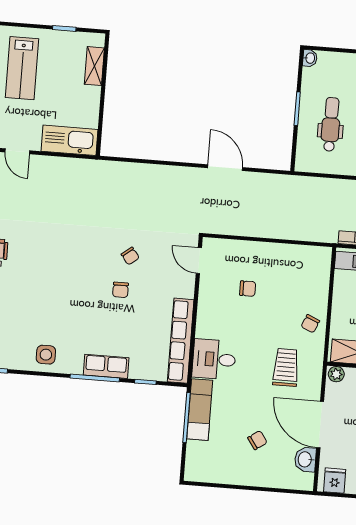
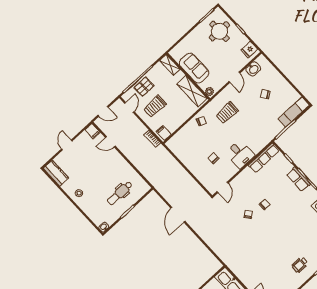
row of seats: (181, 341) -> (264, 158), width x0.73
desk: (214, 359) -> (240, 154), moved
exam couch: (200, 410) -> (294, 112), moved
door: (320, 425) -> (234, 77), width x0.53

